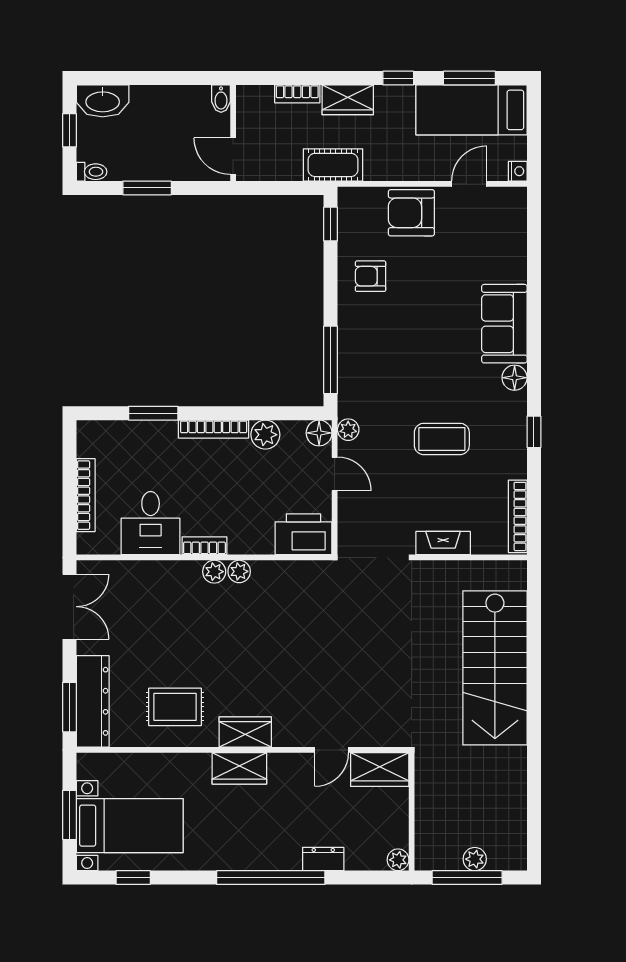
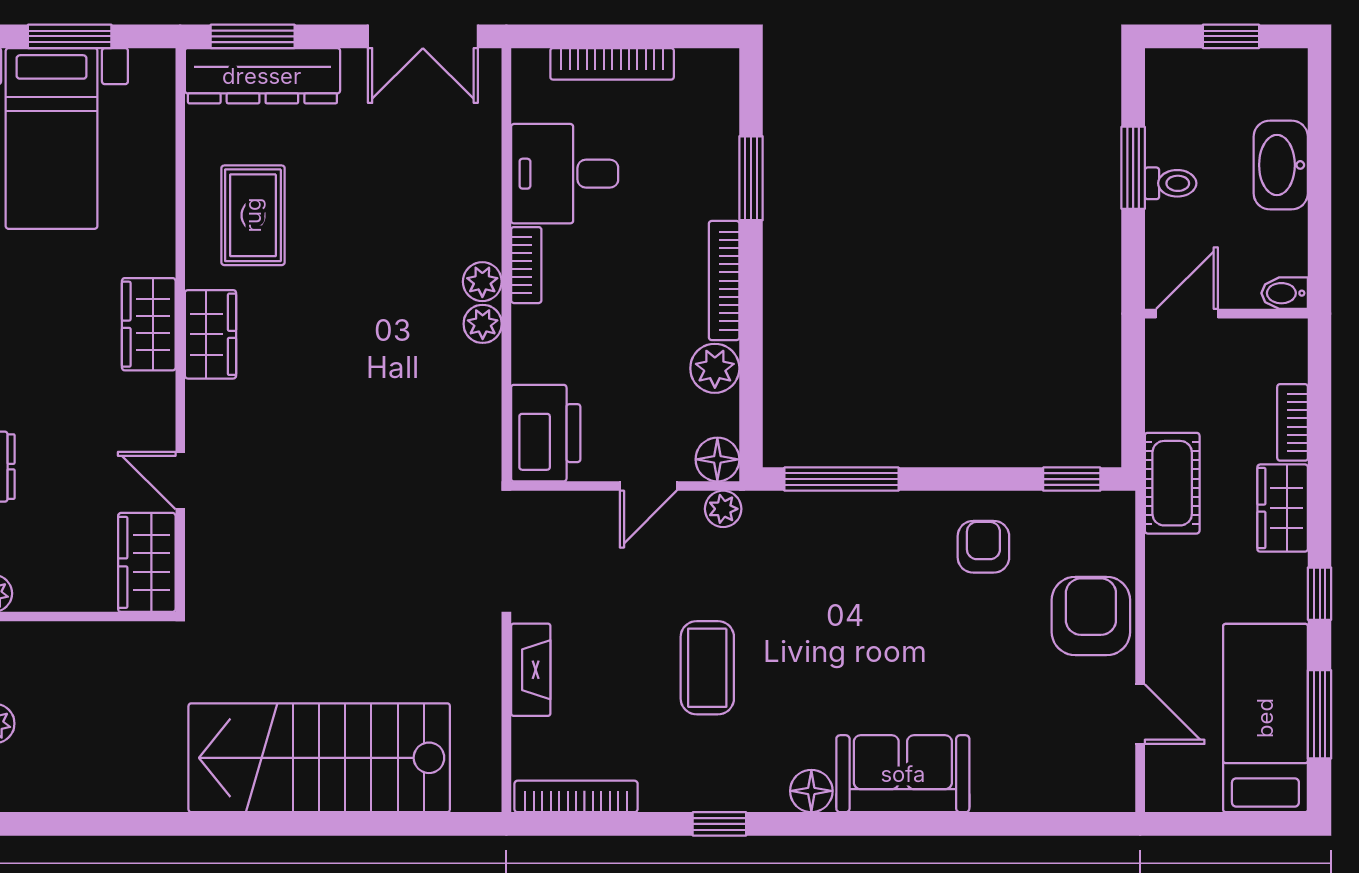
washbasin: (103, 101) -> (1281, 165), moved
nightstand: (518, 171) -> (1161, 796), removed
toilet: (92, 172) -> (1171, 183), moved, turned -90

